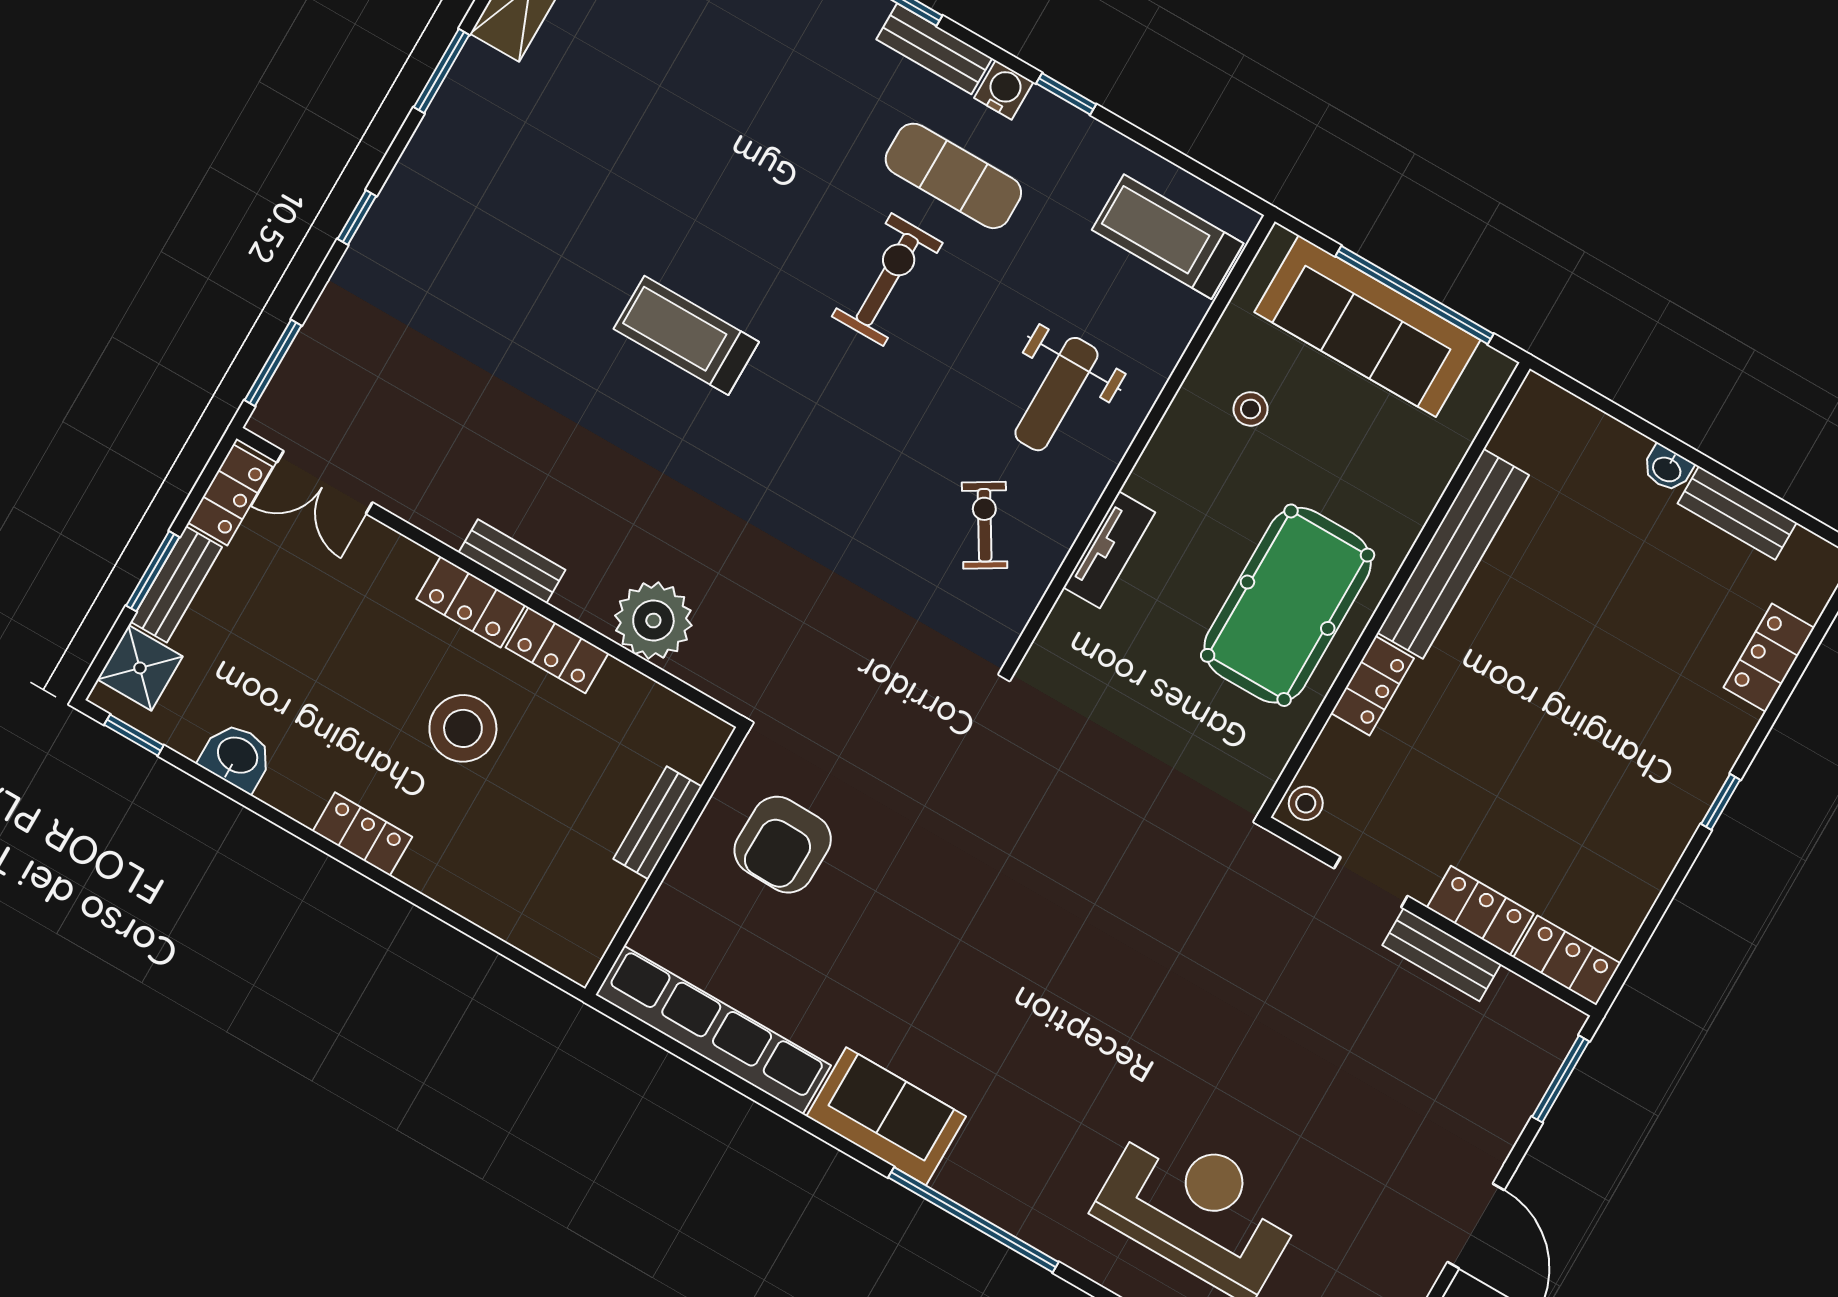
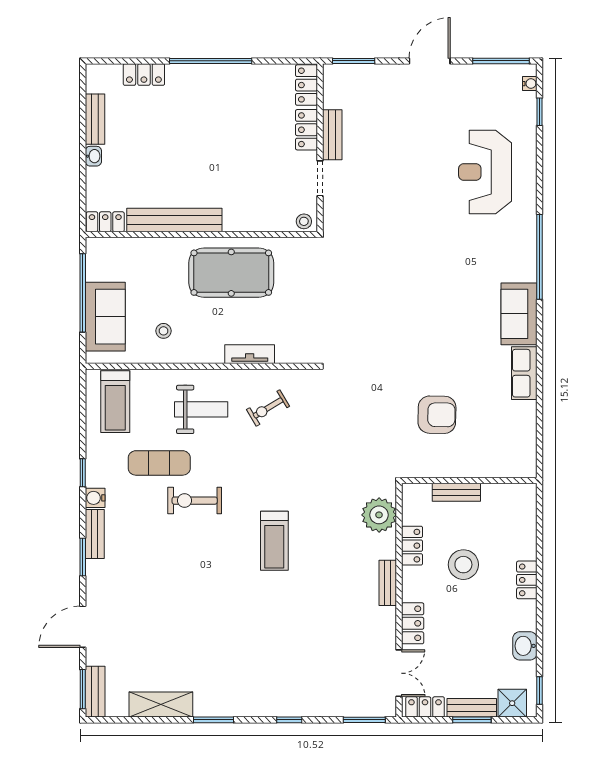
exercise mat: (953, 176) -> (159, 463), moved, turned 90
sofa: (1367, 326) -> (105, 317), width x0.73
treadmill: (686, 335) -> (274, 541), moved
locker: (471, 602) -> (413, 623), moved
locker: (1373, 686) -> (105, 222), moved
window: (1721, 802) -> (211, 61), width x3.17
bench: (658, 823) -> (456, 492), moved
wall: (666, 861) -> (469, 480), moved
row of seats: (713, 1030) -> (524, 373), width x0.50

